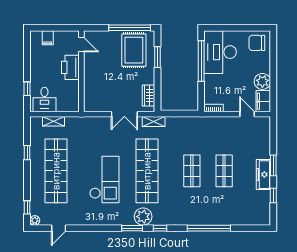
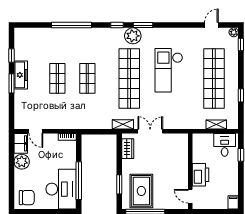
filing cabinet: (48, 38) -> (233, 202), moved

